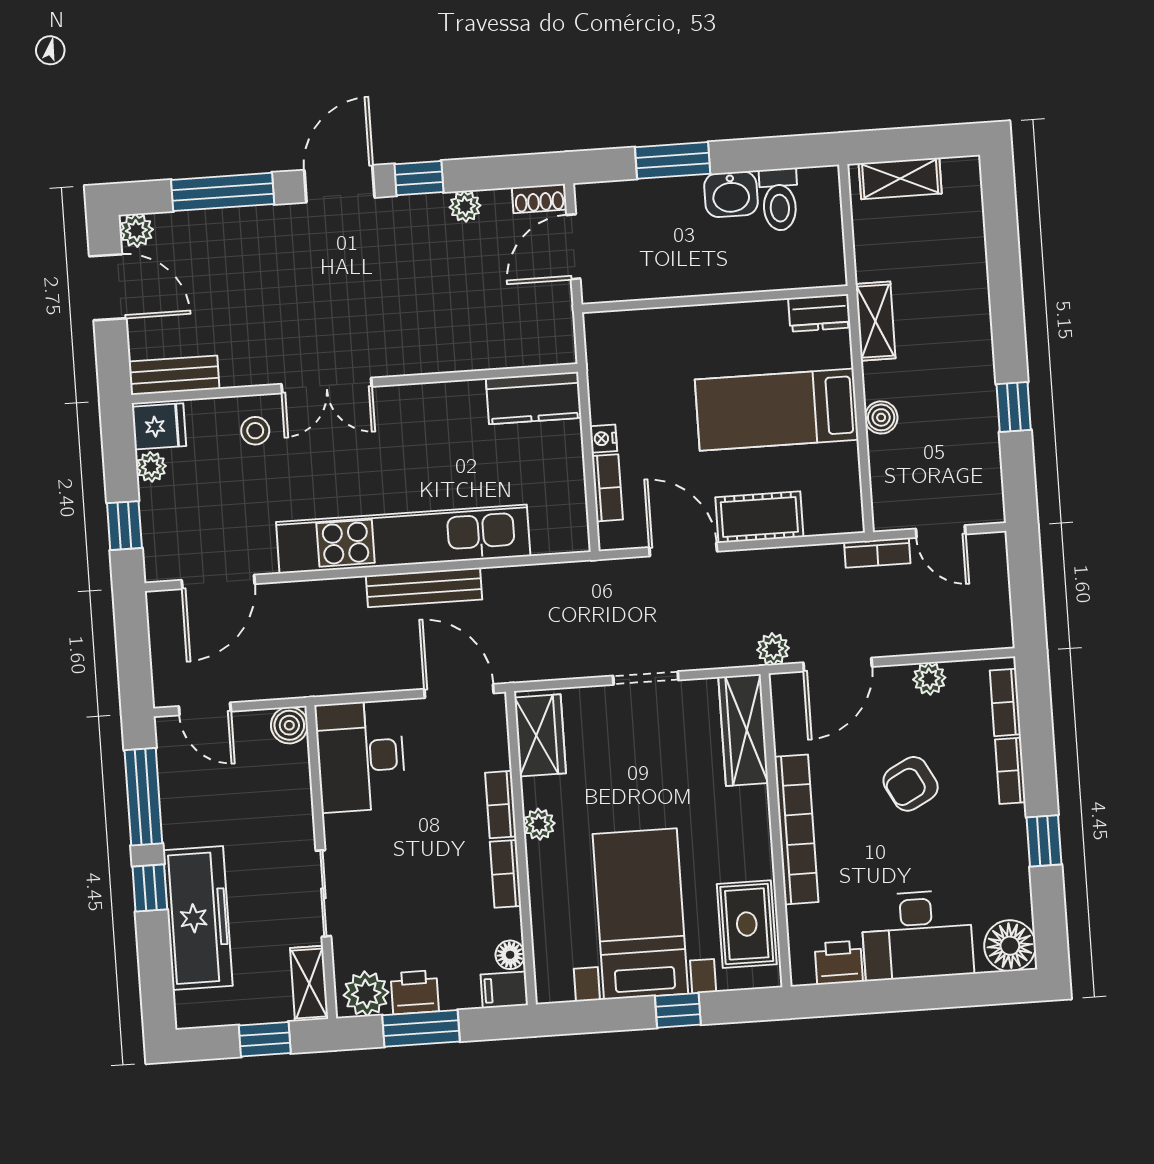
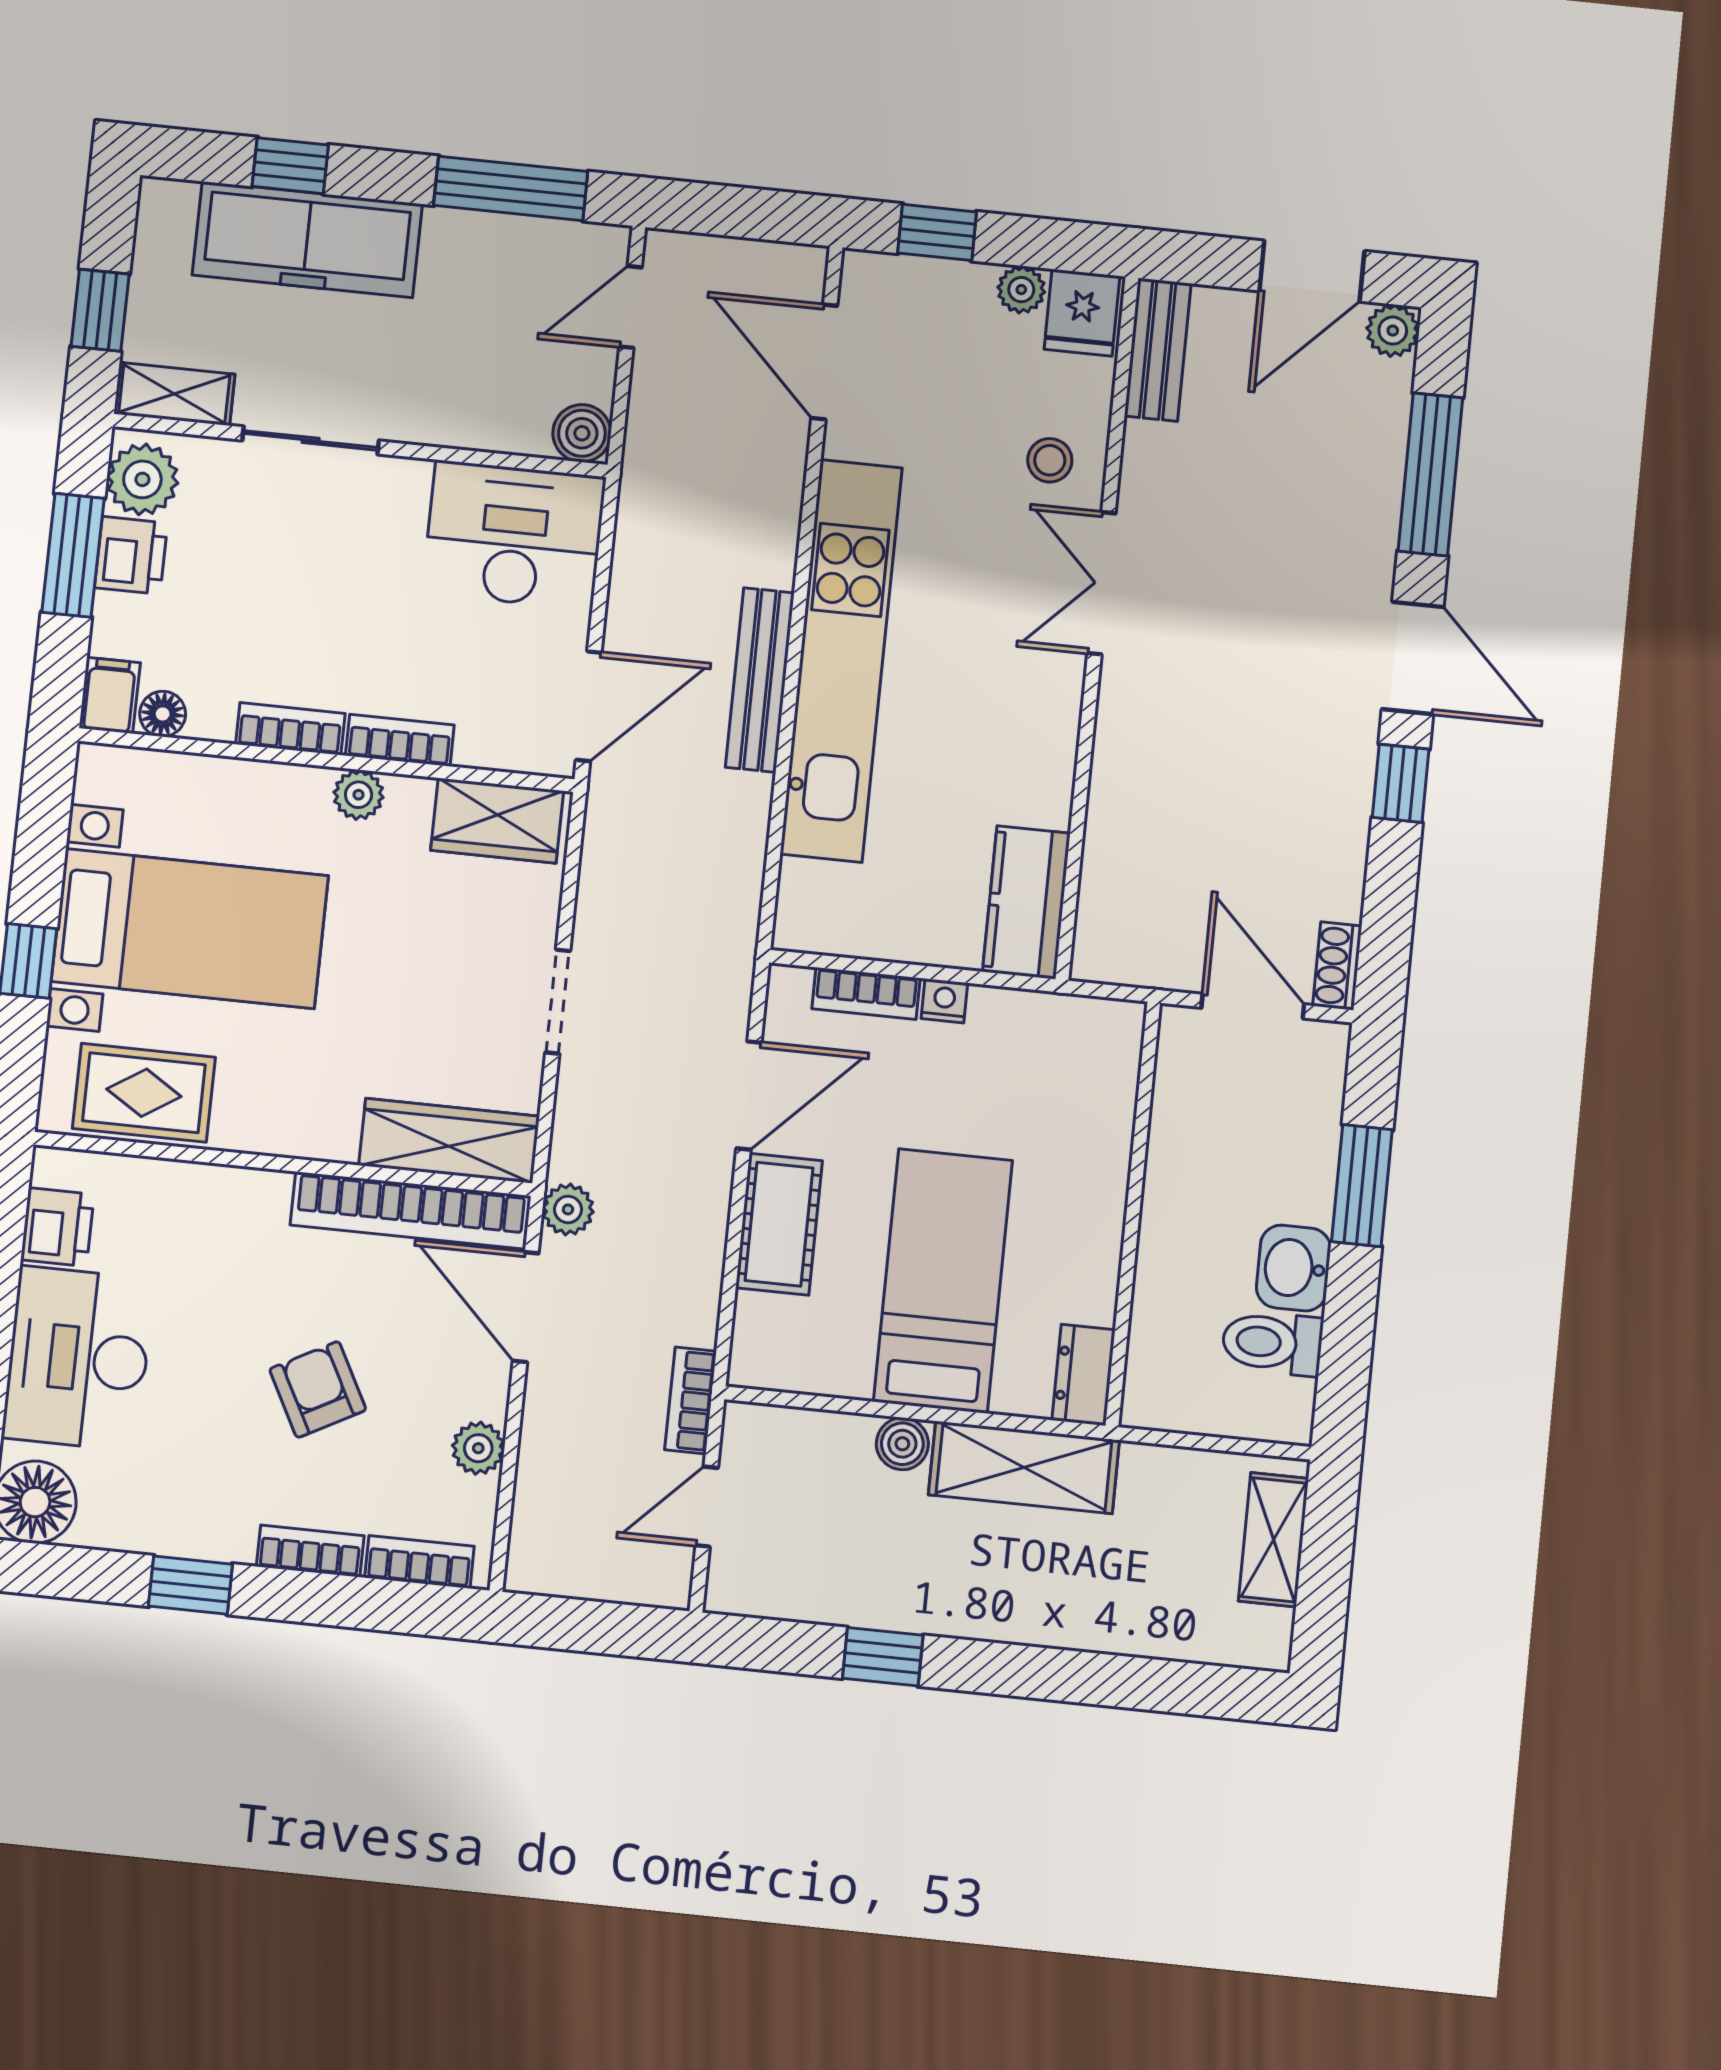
plant: (465, 206) -> (1345, 848), removed
shelving: (875, 321) -> (1024, 1467), width x1.50, depth x1.33
bookcase: (796, 829) -> (411, 1210), moved
window: (150, 888) -> (290, 166), moved

